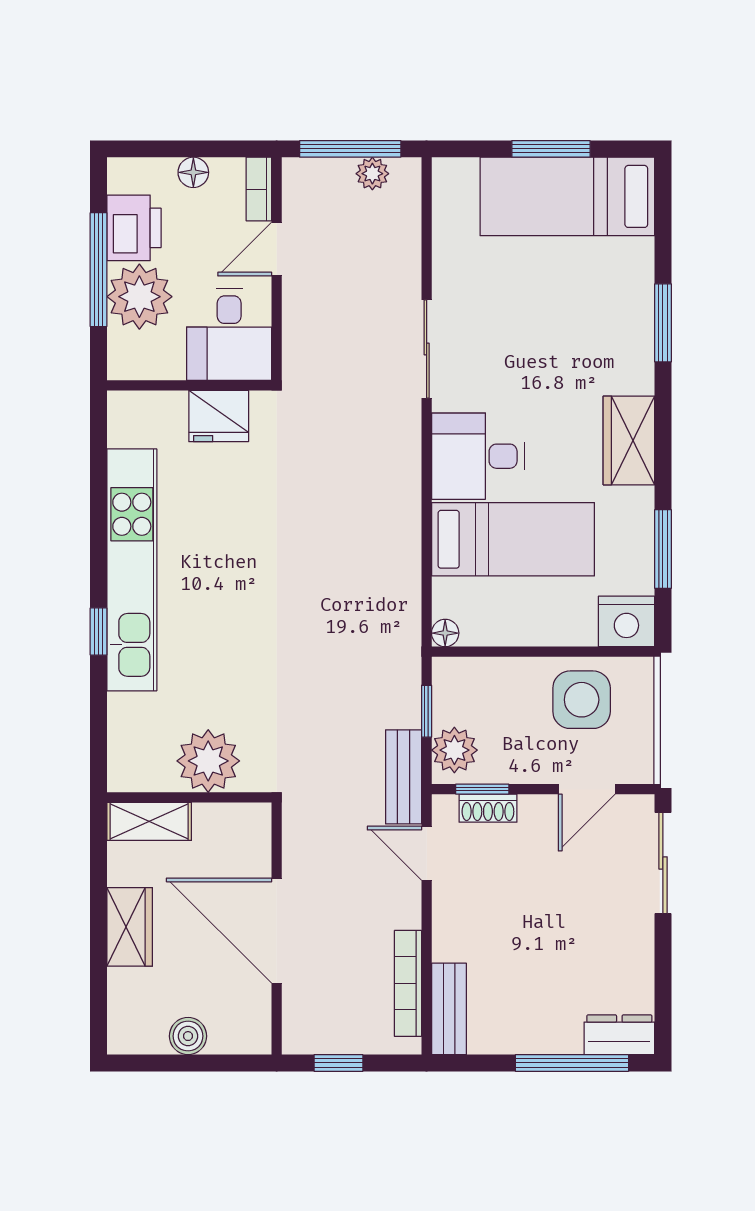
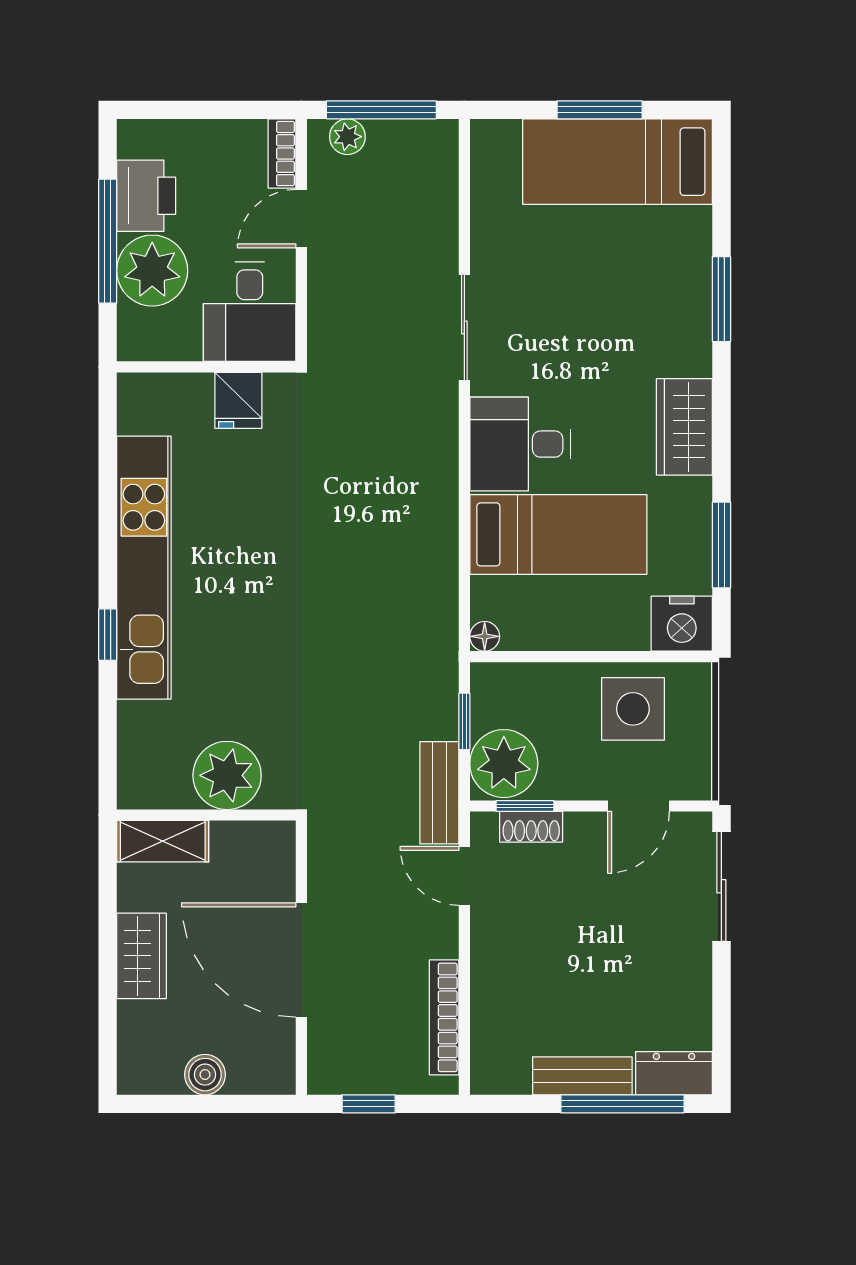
floor lamp: (193, 172) -> (211, 135), removed
plant: (372, 174) -> (347, 137), moved
fridge: (219, 416) -> (238, 400), width x0.72
plant: (454, 750) -> (504, 764), width x1.36, depth x1.36
bench: (449, 1009) -> (582, 1076), moved, turned 90

